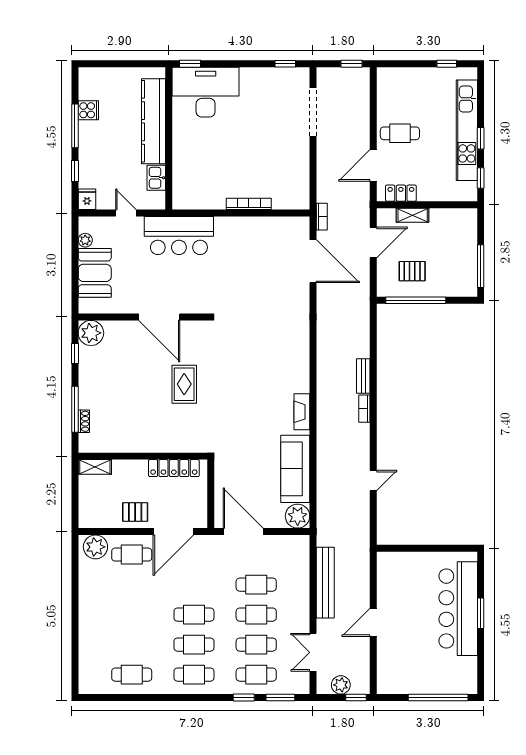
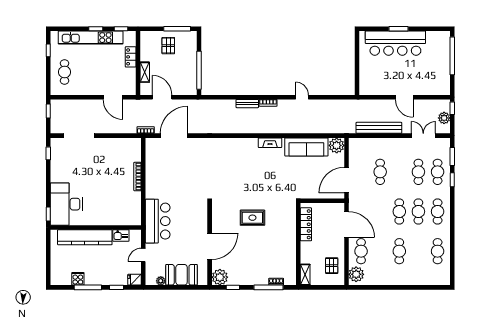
cafe table: (400, 133) -> (65, 72), moved
locker: (401, 193) -> (131, 57), moved
pallet: (412, 271) -> (168, 46), moved
door: (159, 317) -> (210, 246), moved
door: (373, 480) -> (302, 97), moved
pallet: (135, 512) -> (332, 266), moved
cafe table: (256, 615) -> (399, 251), moved
double door: (313, 652) -> (423, 136), swing flipped

